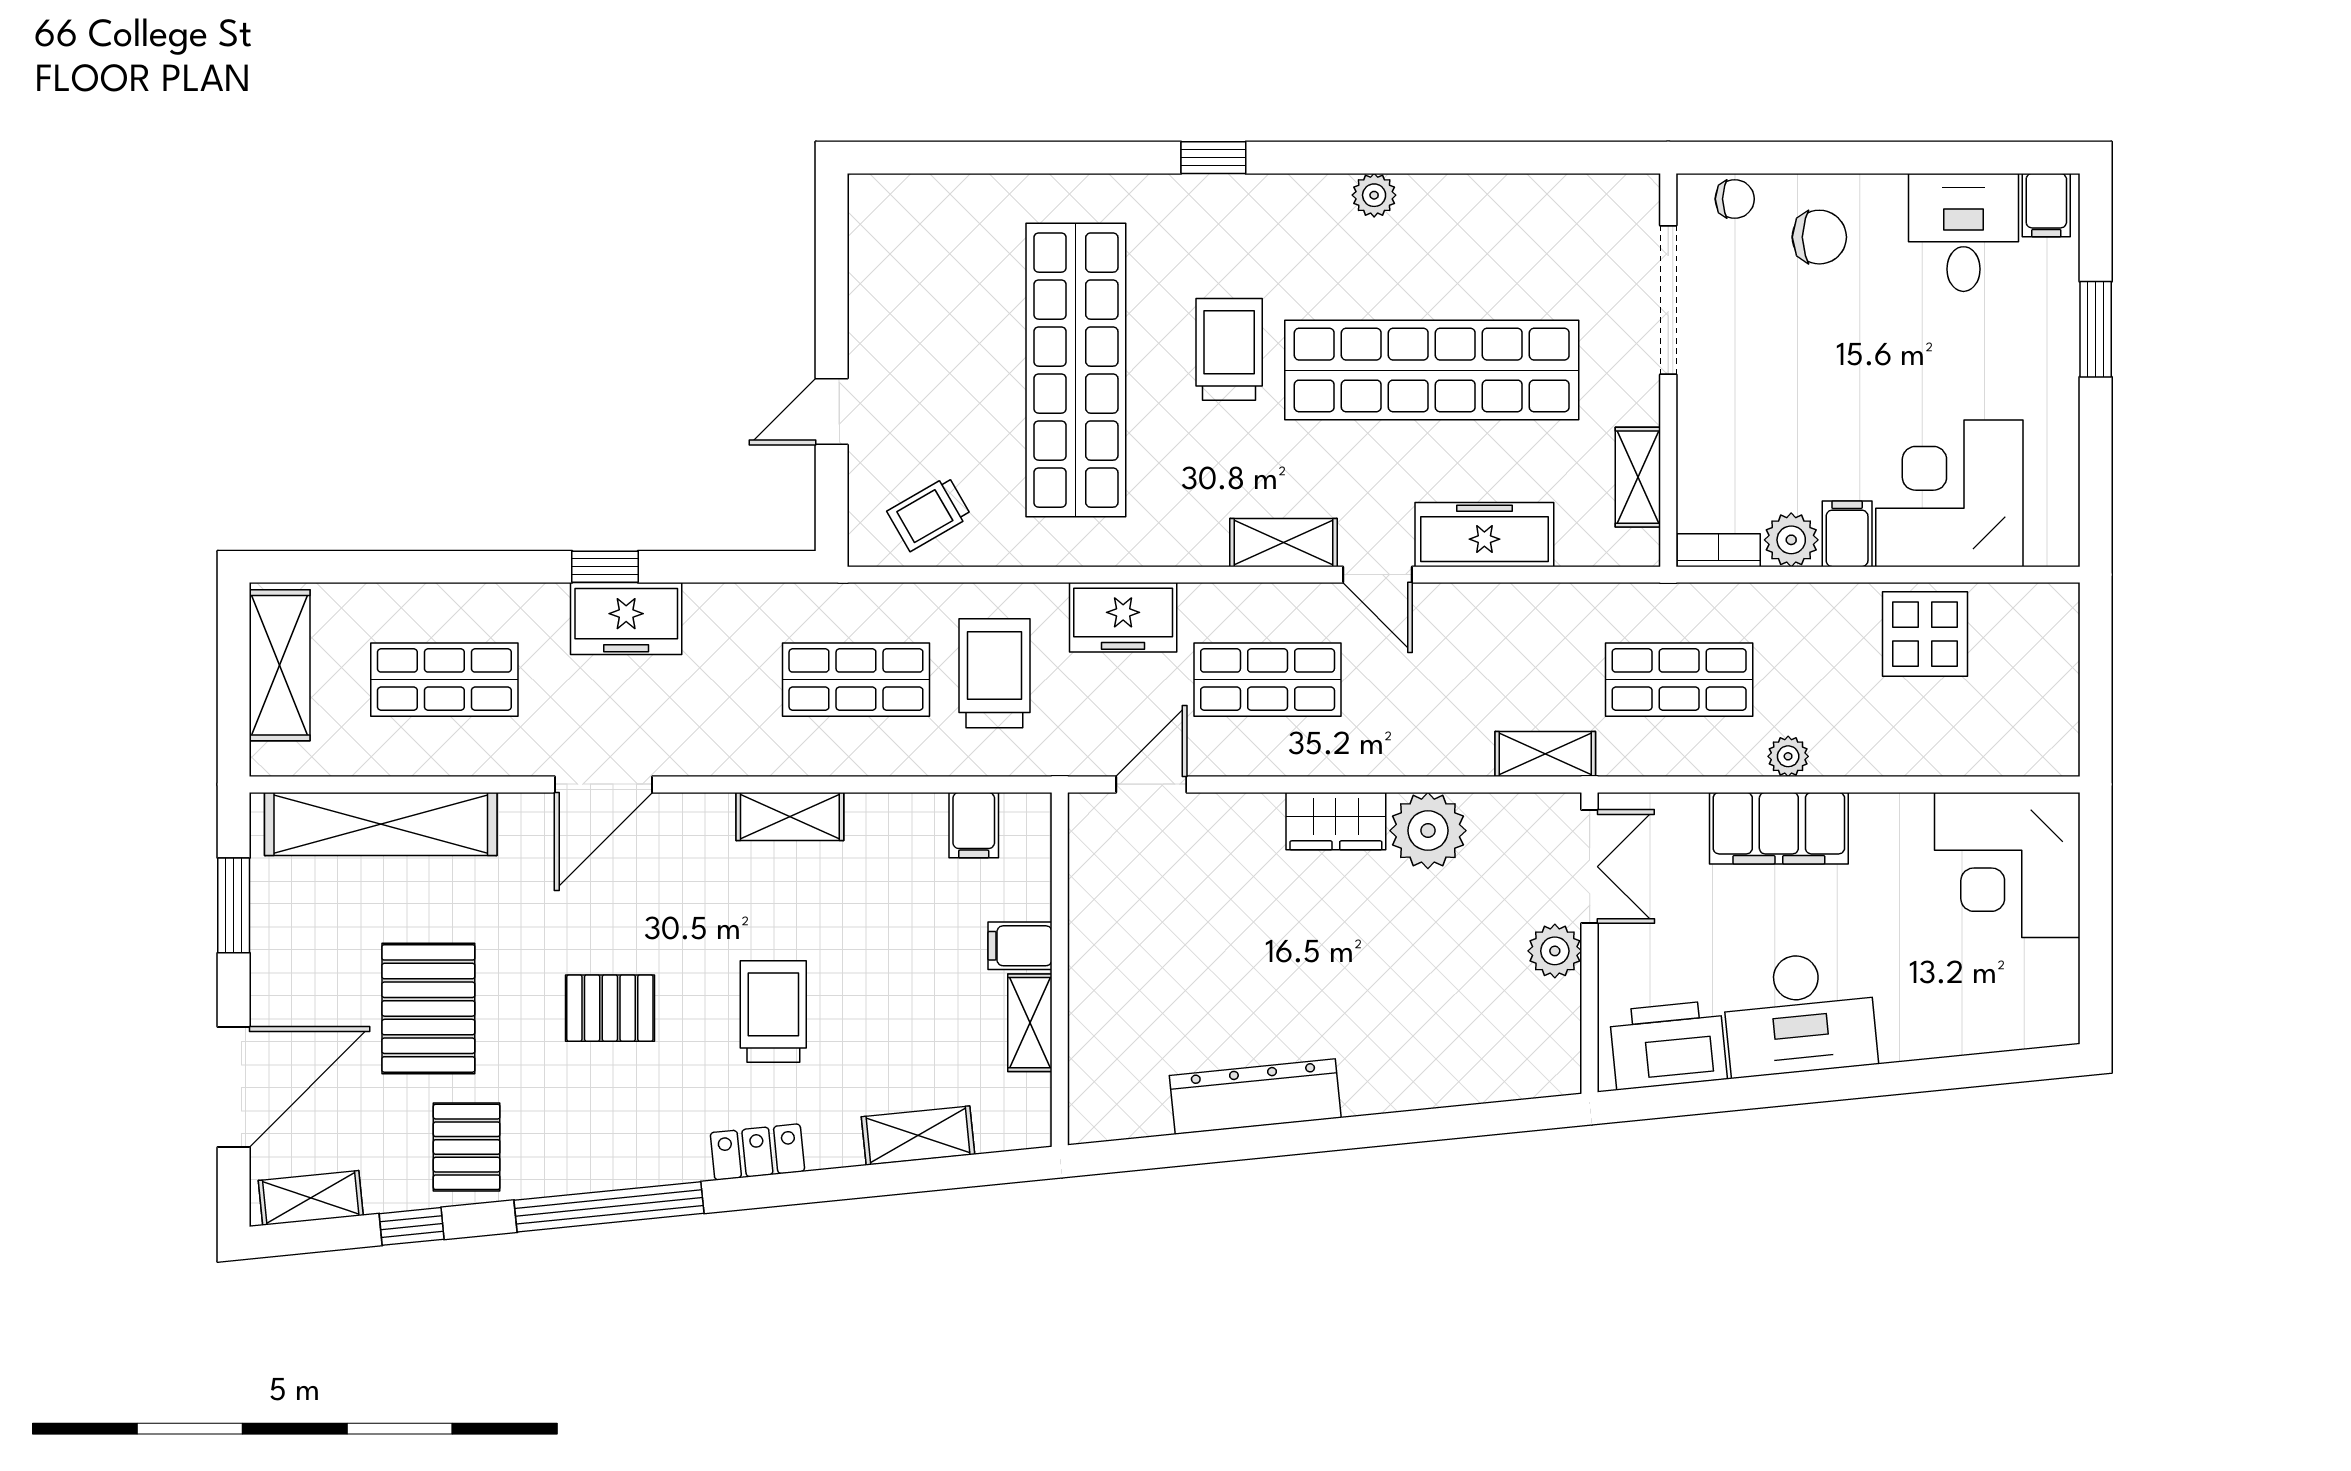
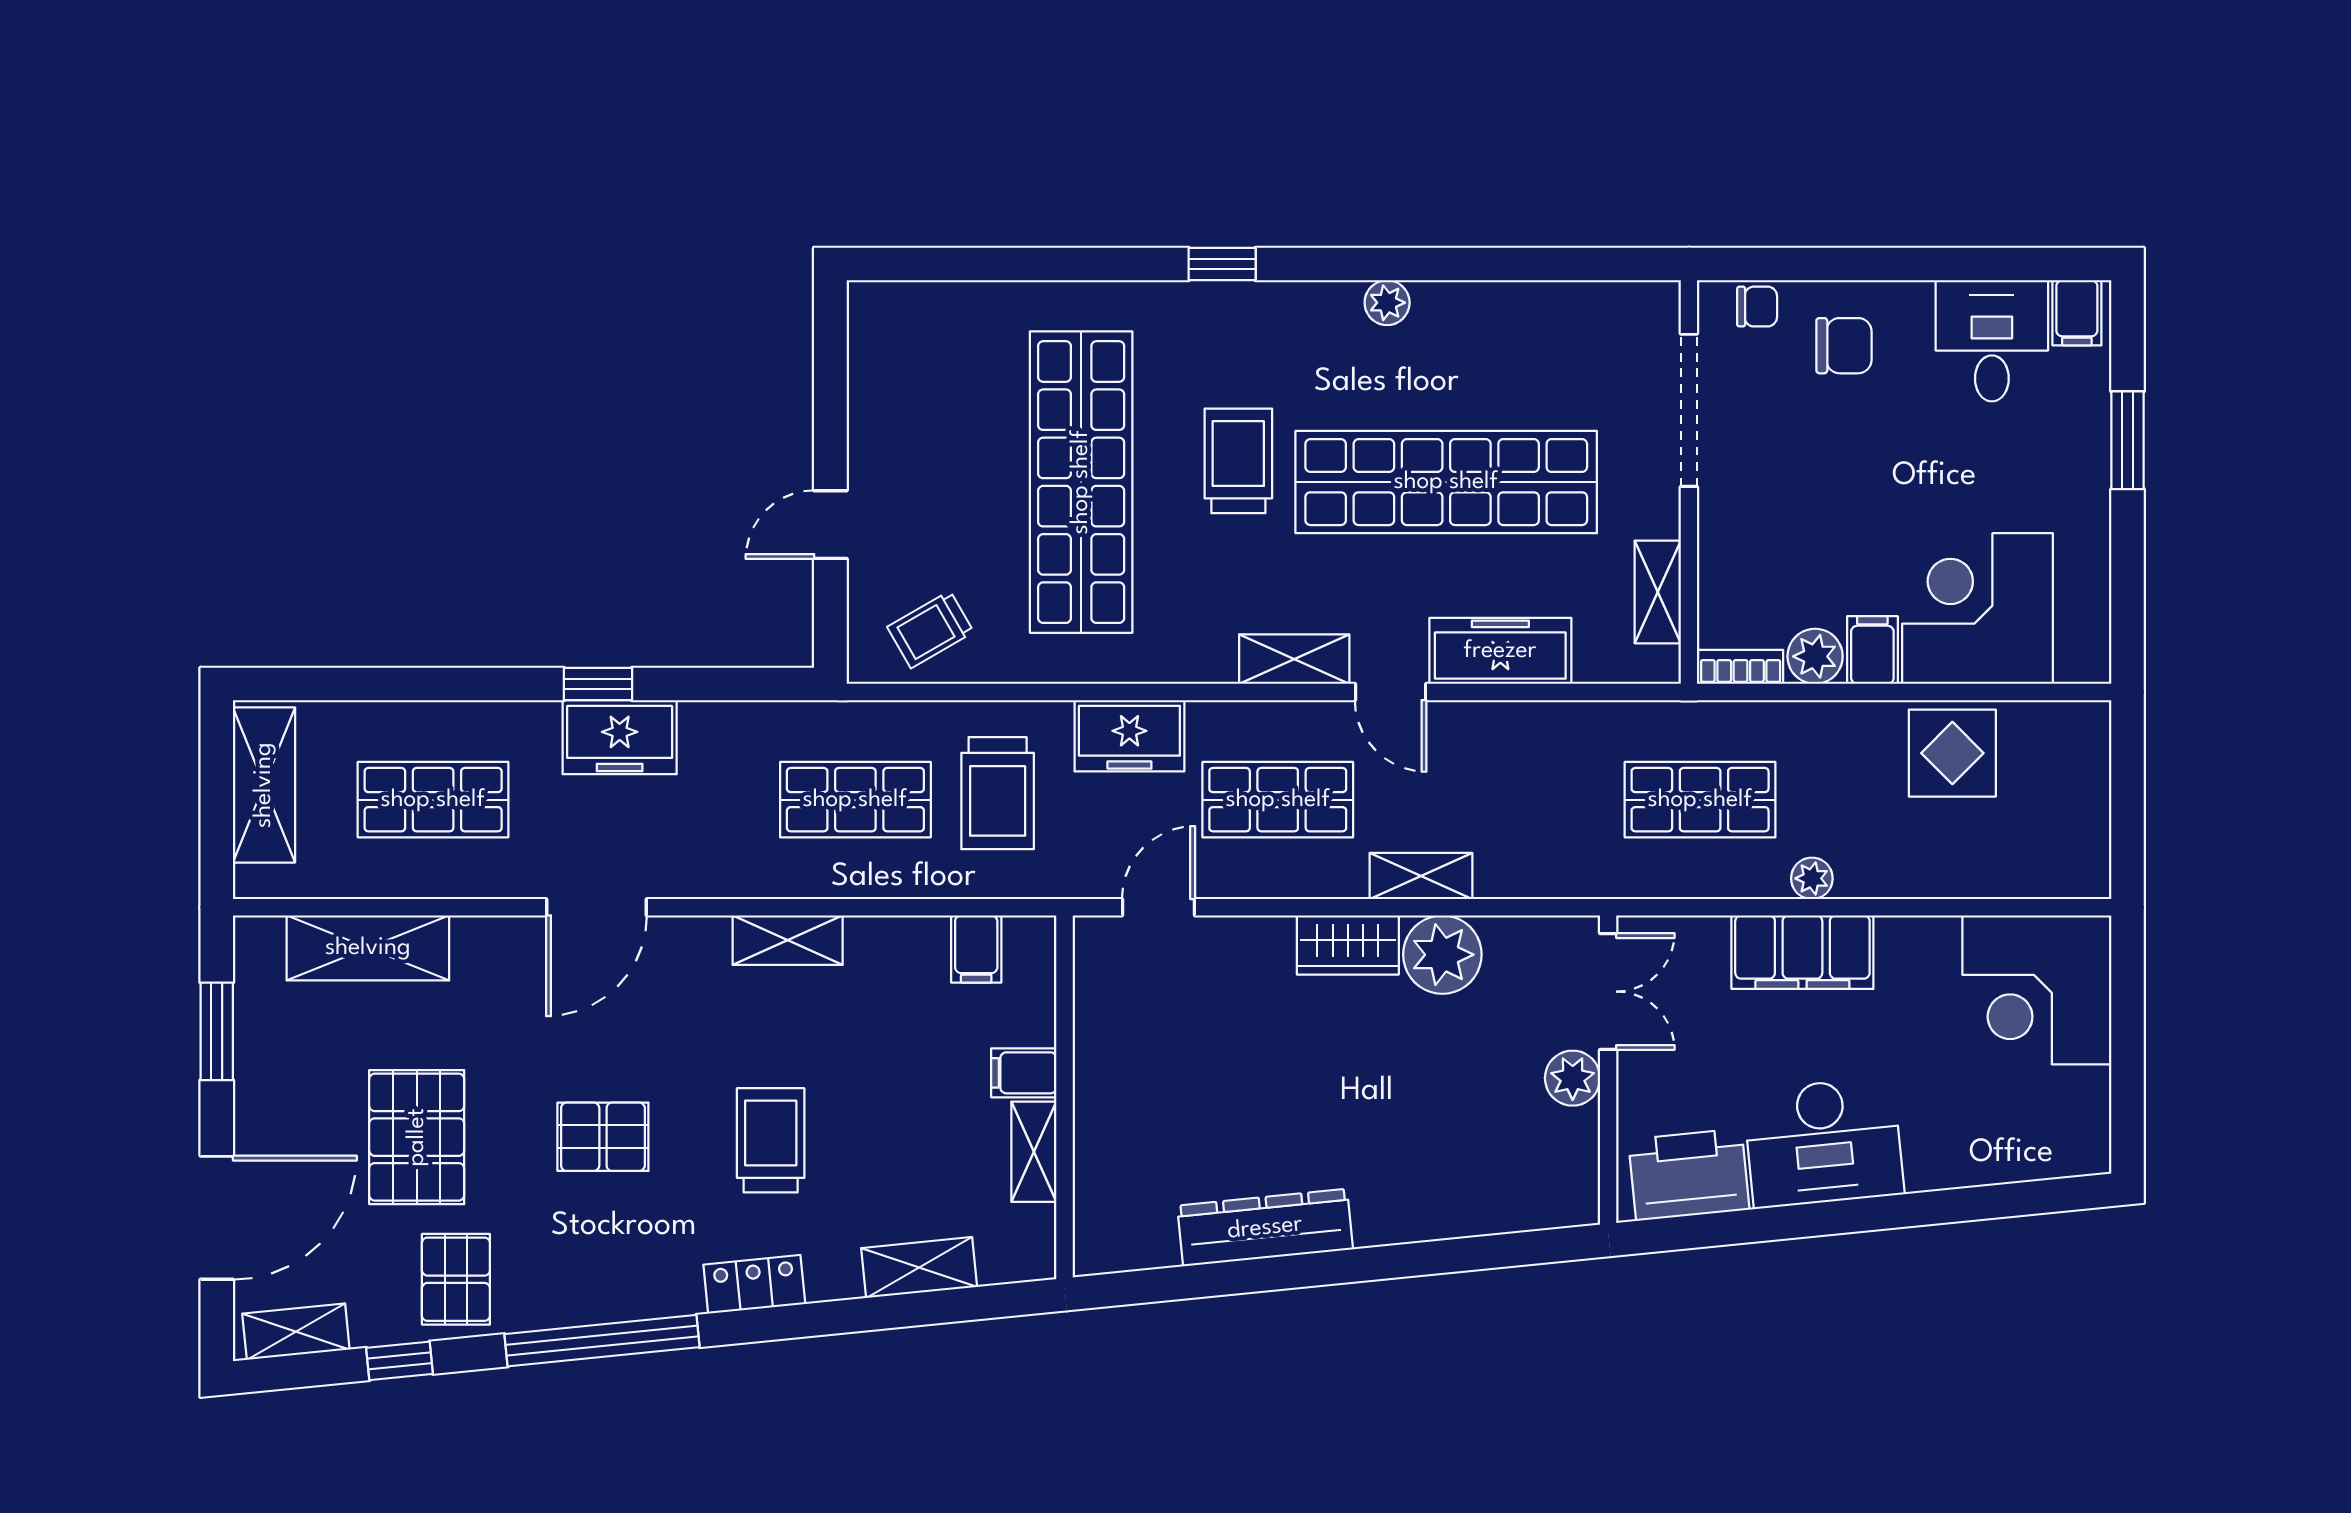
trolley: (994, 673) -> (998, 793), turned 180
shelving: (1545, 754) -> (1421, 876), moved
shelving: (381, 824) -> (368, 948), width x0.68

